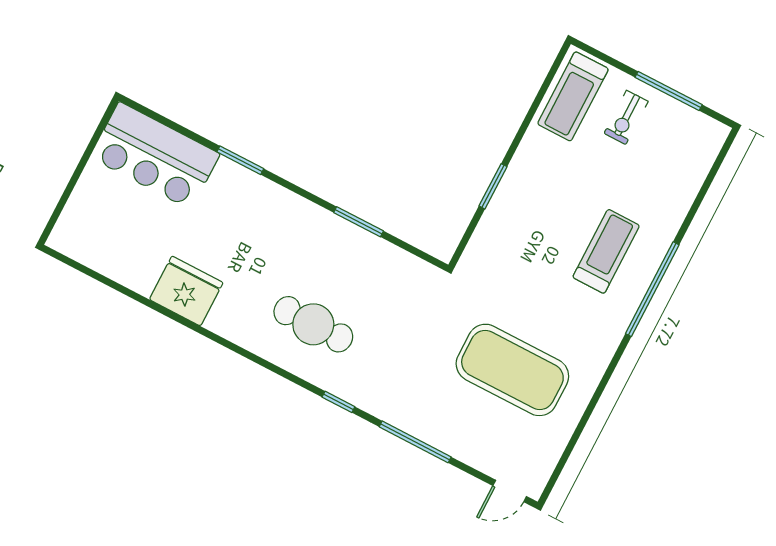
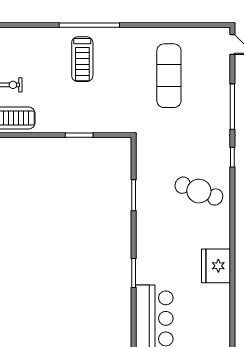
treadmill: (606, 251) -> (82, 59), turned -90
cafe table: (313, 324) -> (199, 191), turned -70
exercise mat: (512, 370) -> (169, 76), width x0.68

